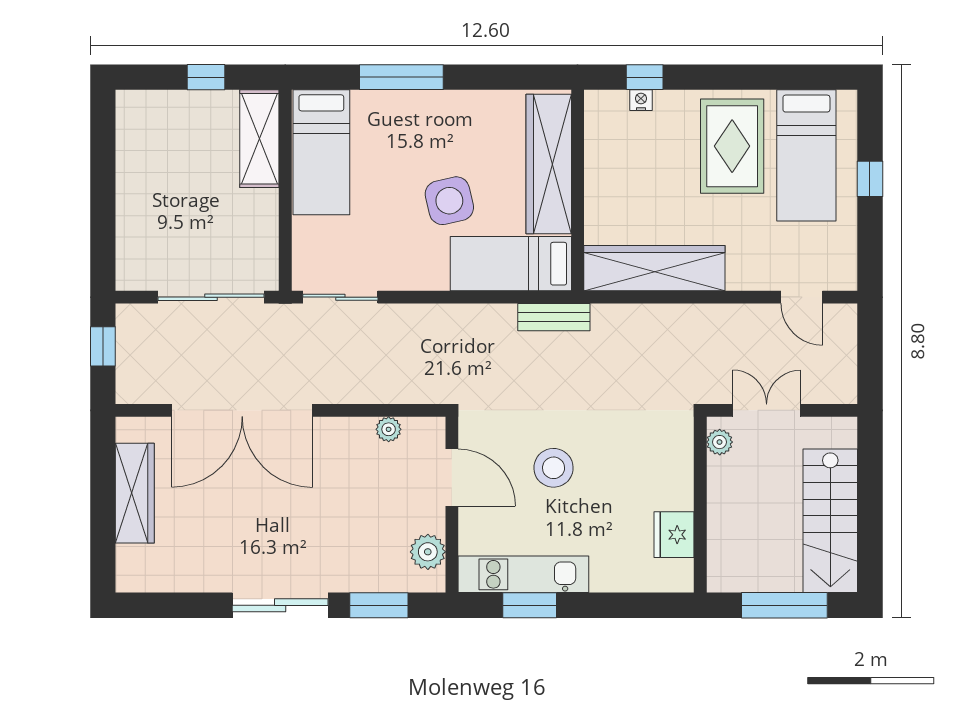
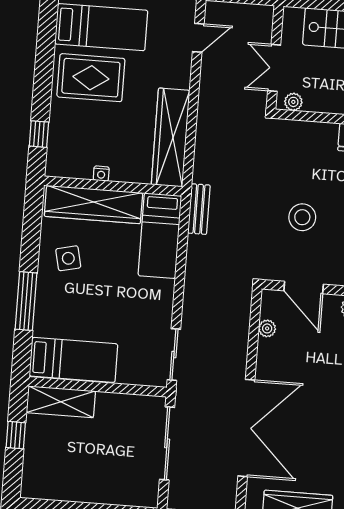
nightstand: (641, 100) -> (101, 174), moved, turned -90
side table: (449, 201) -> (68, 258), moved, width x0.73, depth x0.73
door: (452, 478) -> (304, 288), swing flipped

